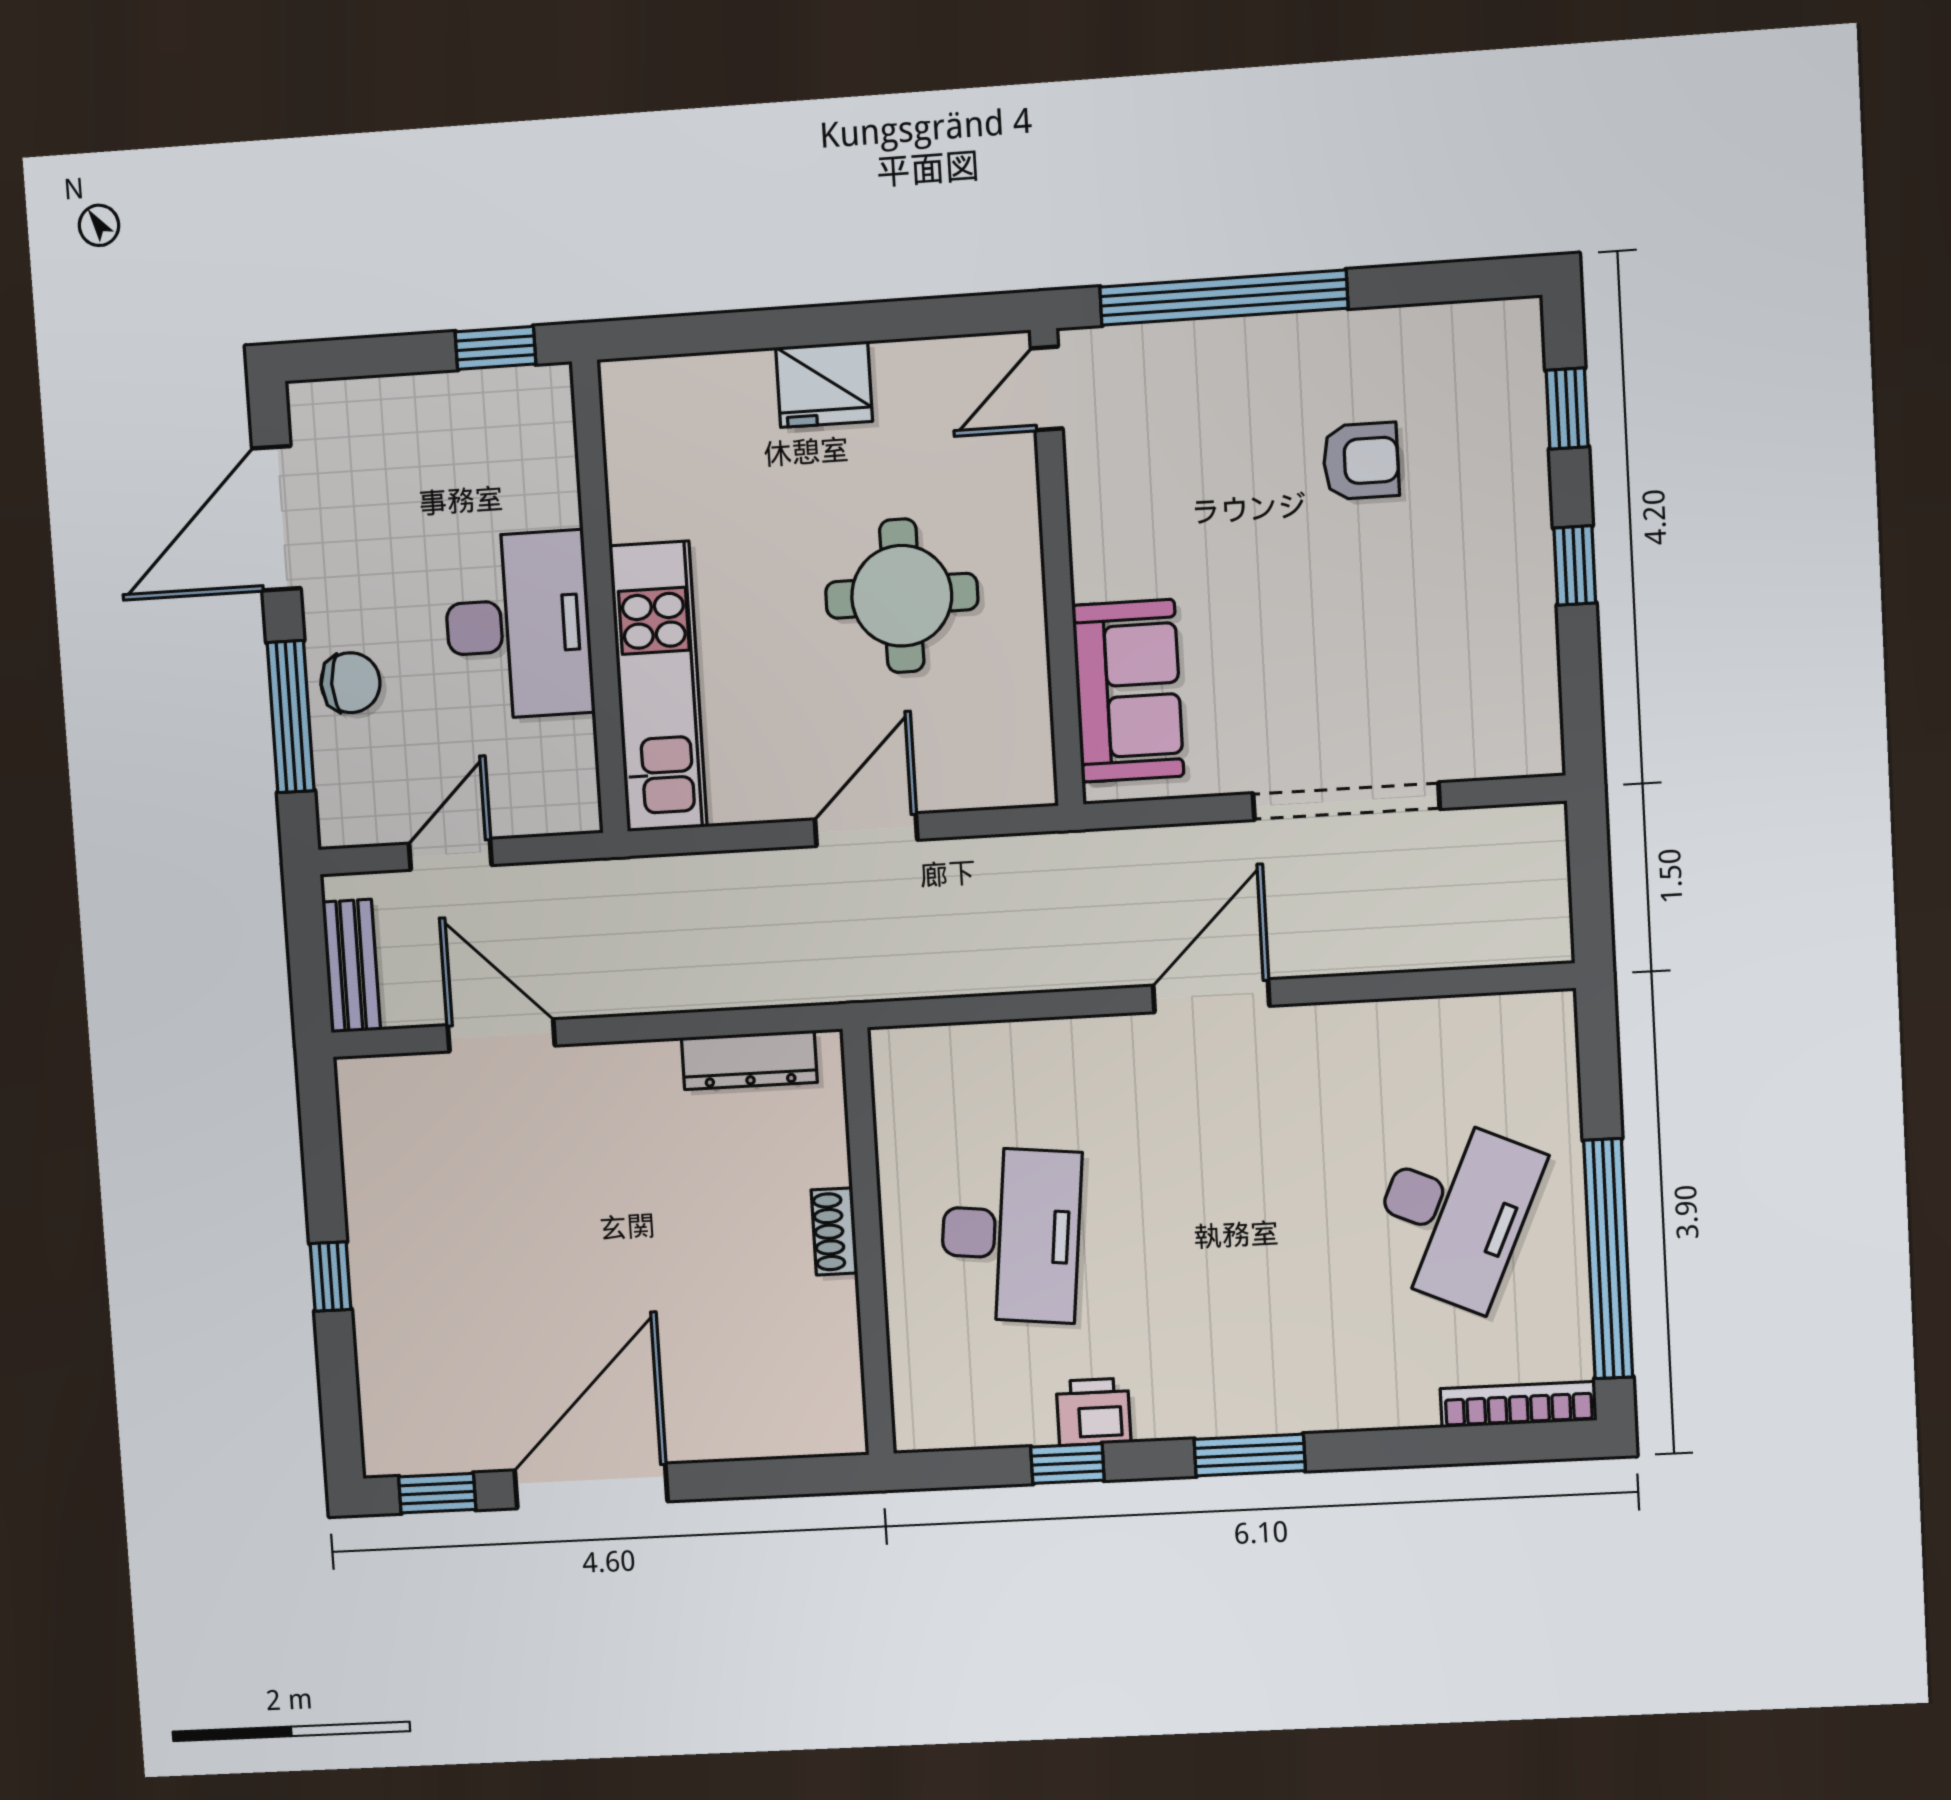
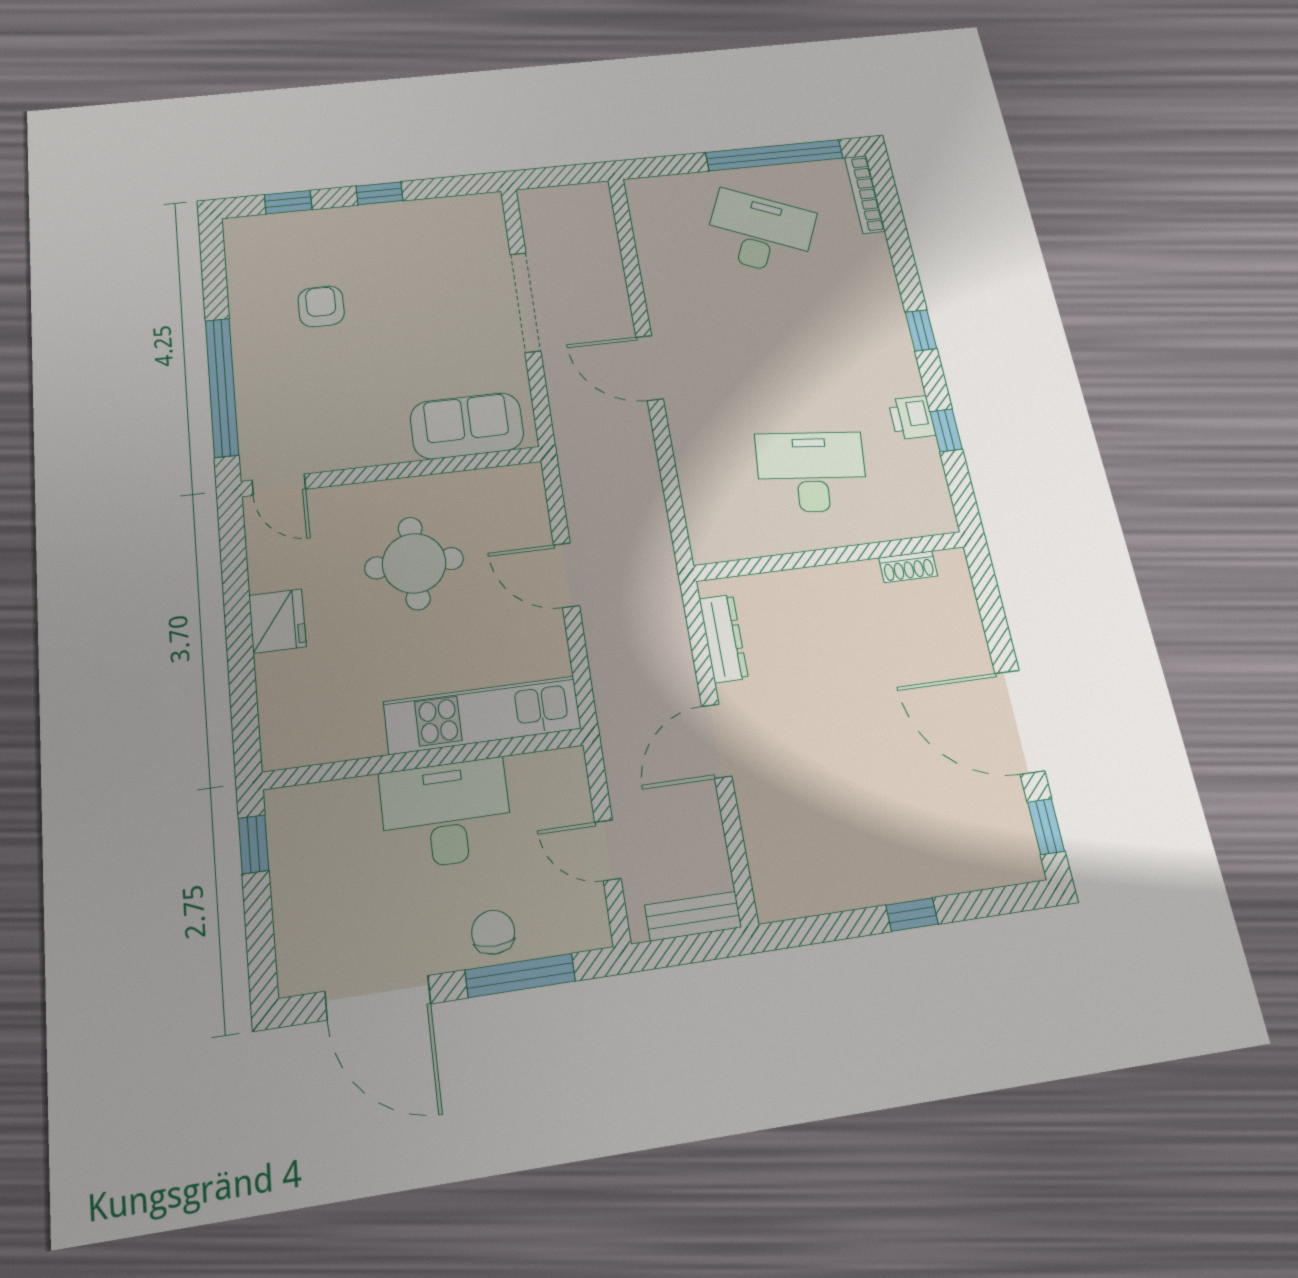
door: (501, 1035) -> (717, 741), moved
shoe rack: (834, 1231) -> (908, 567), moved
window: (1250, 1455) -> (921, 330), width x0.67

